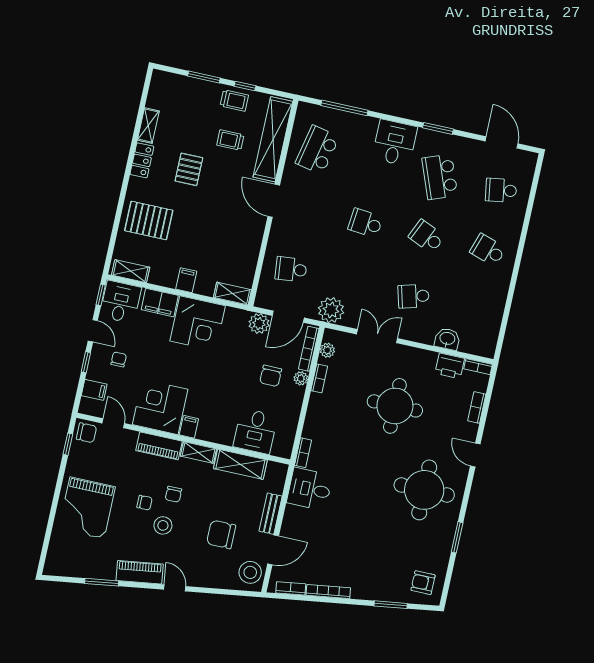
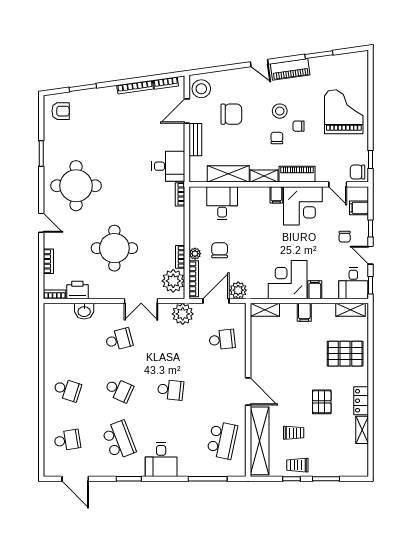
filing cabinet: (160, 303) -> (315, 290), width x0.50
plant: (327, 350) -> (173, 281), width x1.88, depth x1.88

